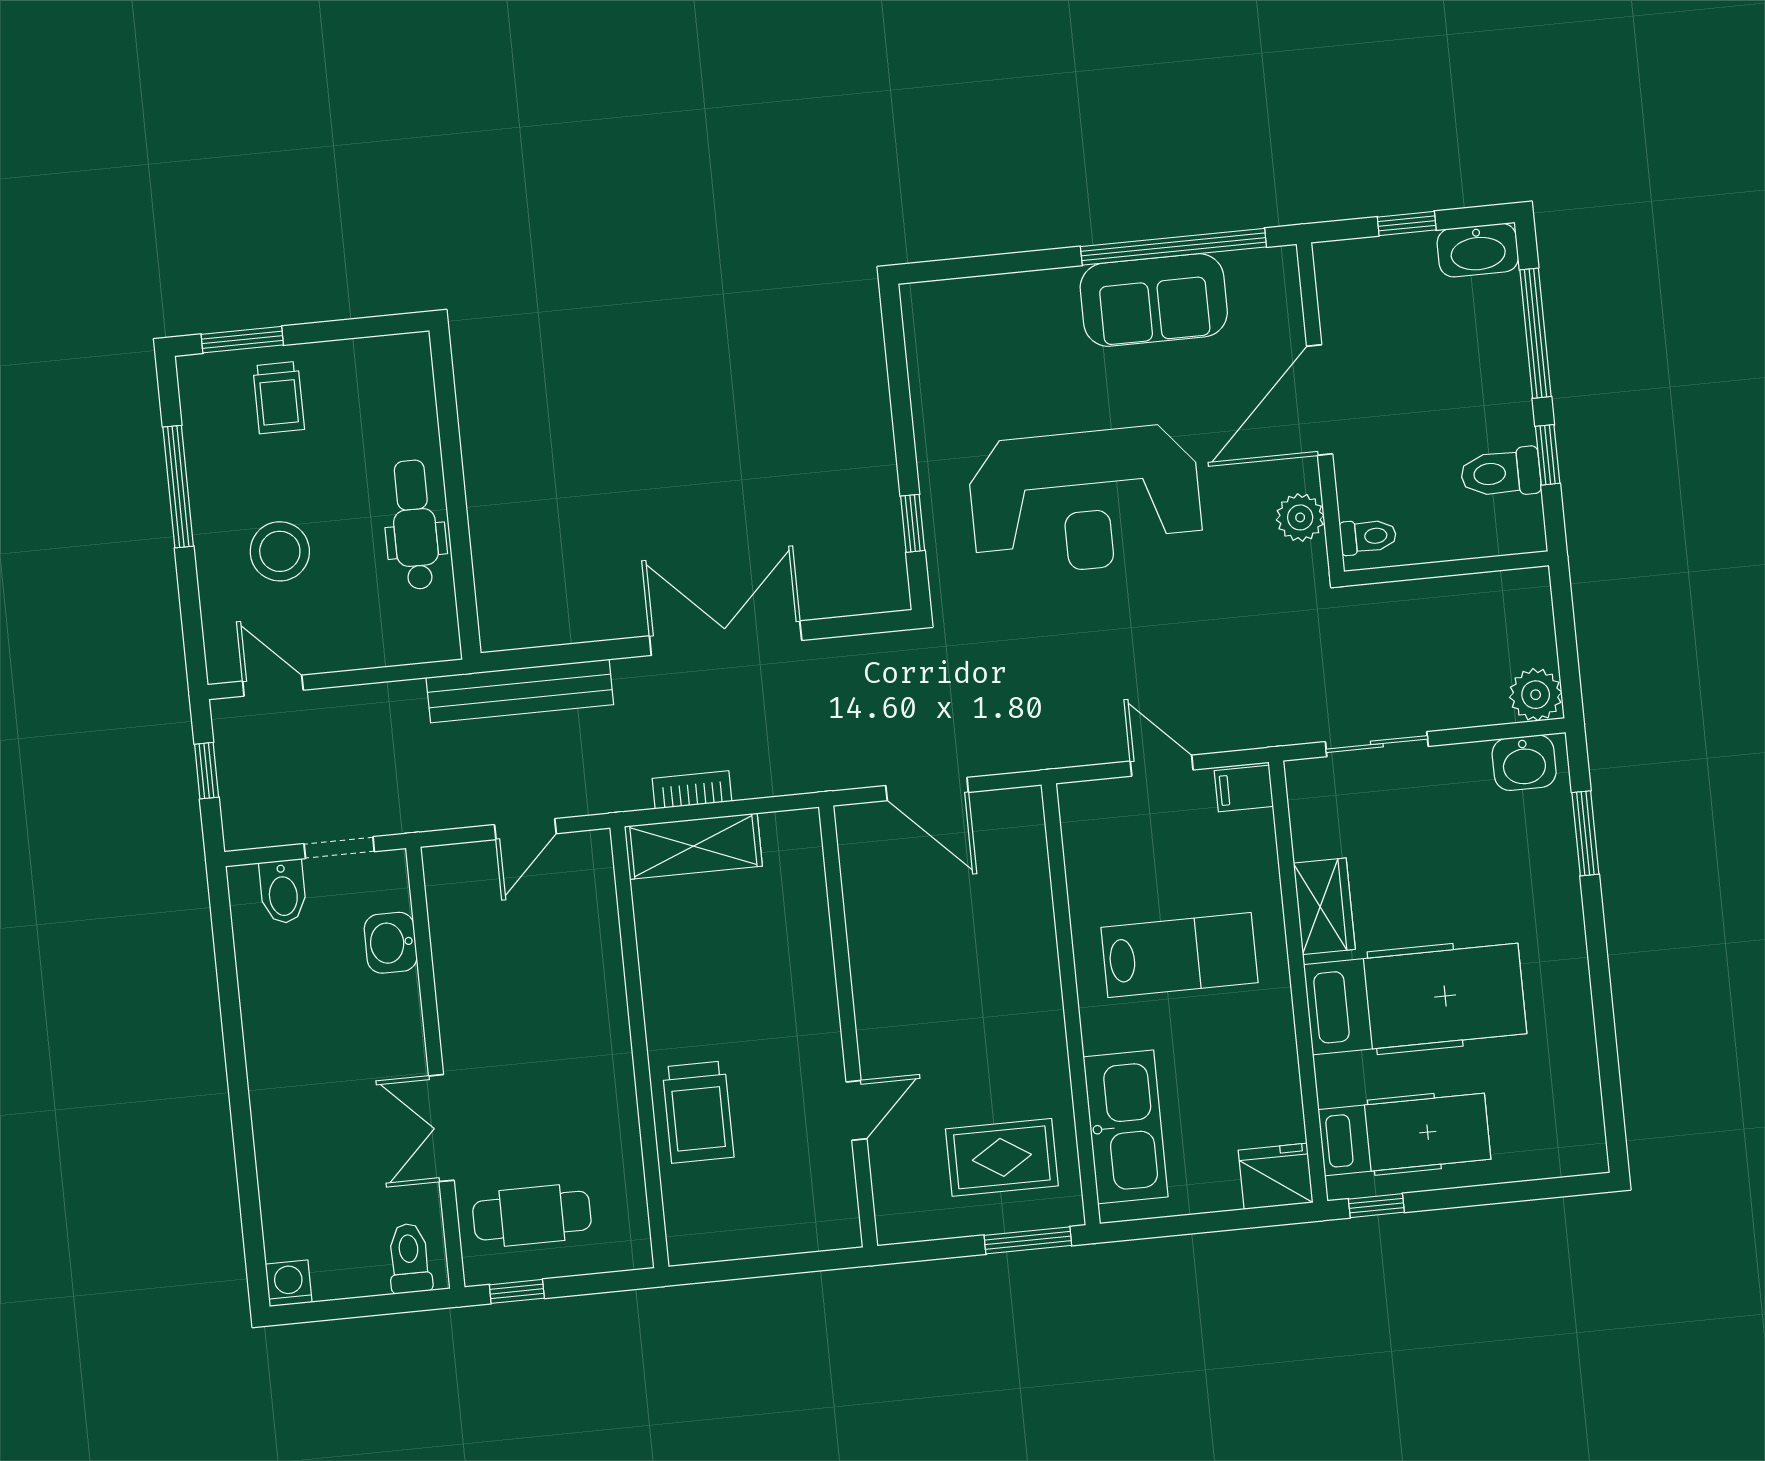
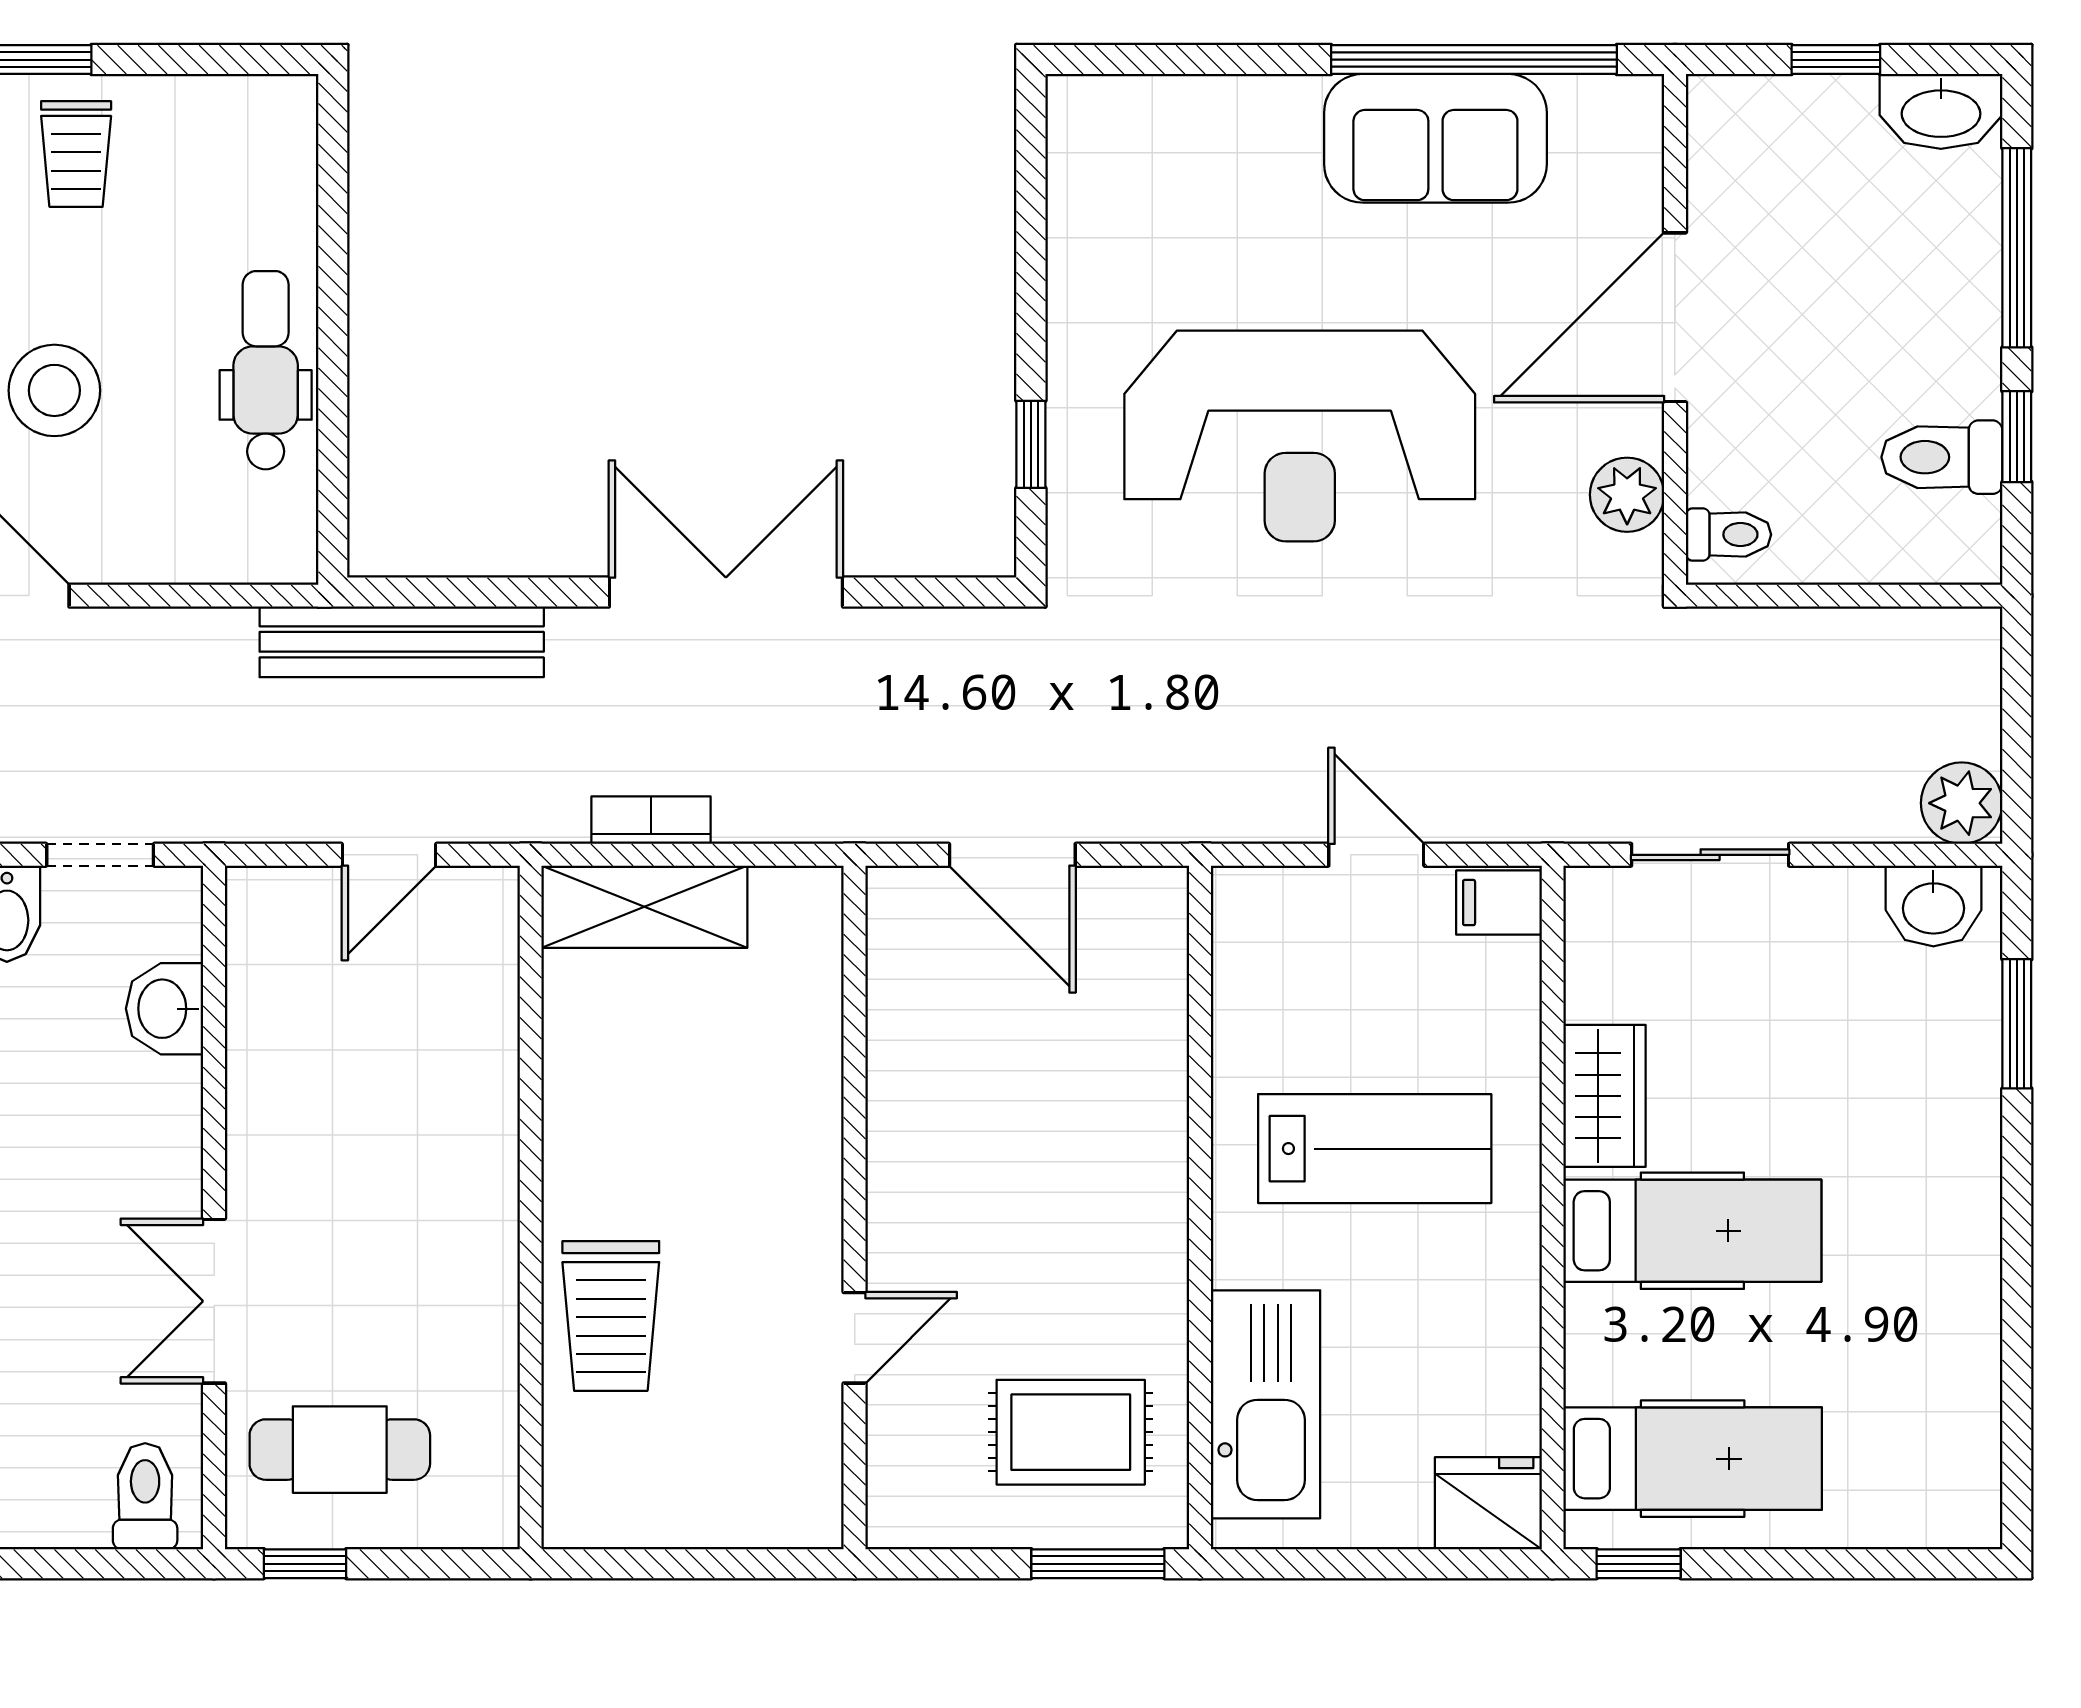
hospital bed: (1415, 999) -> (1692, 1231), width x0.73, depth x0.78

